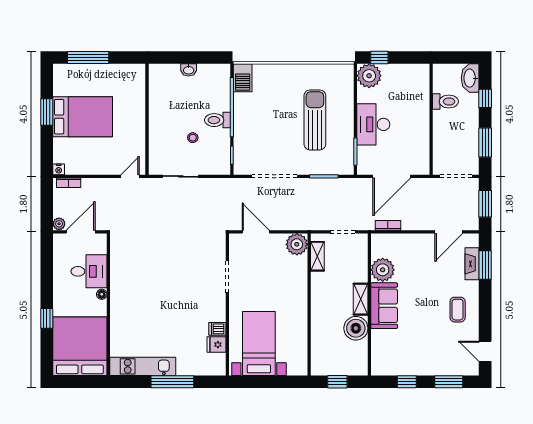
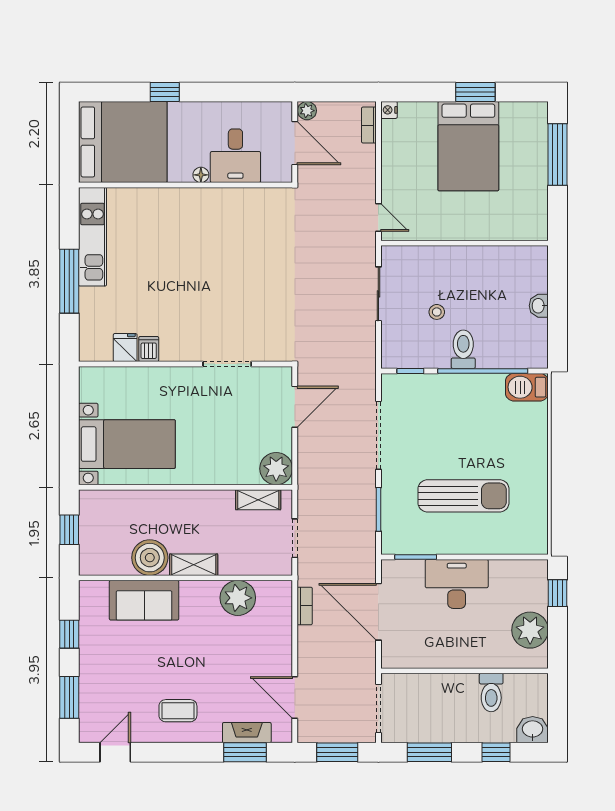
plant: (369, 76) -> (530, 630), moved
washbasin: (470, 78) -> (533, 730), width x0.72
sofa: (384, 306) -> (144, 600), moved
bed with nightstands: (259, 343) -> (127, 444), moved

